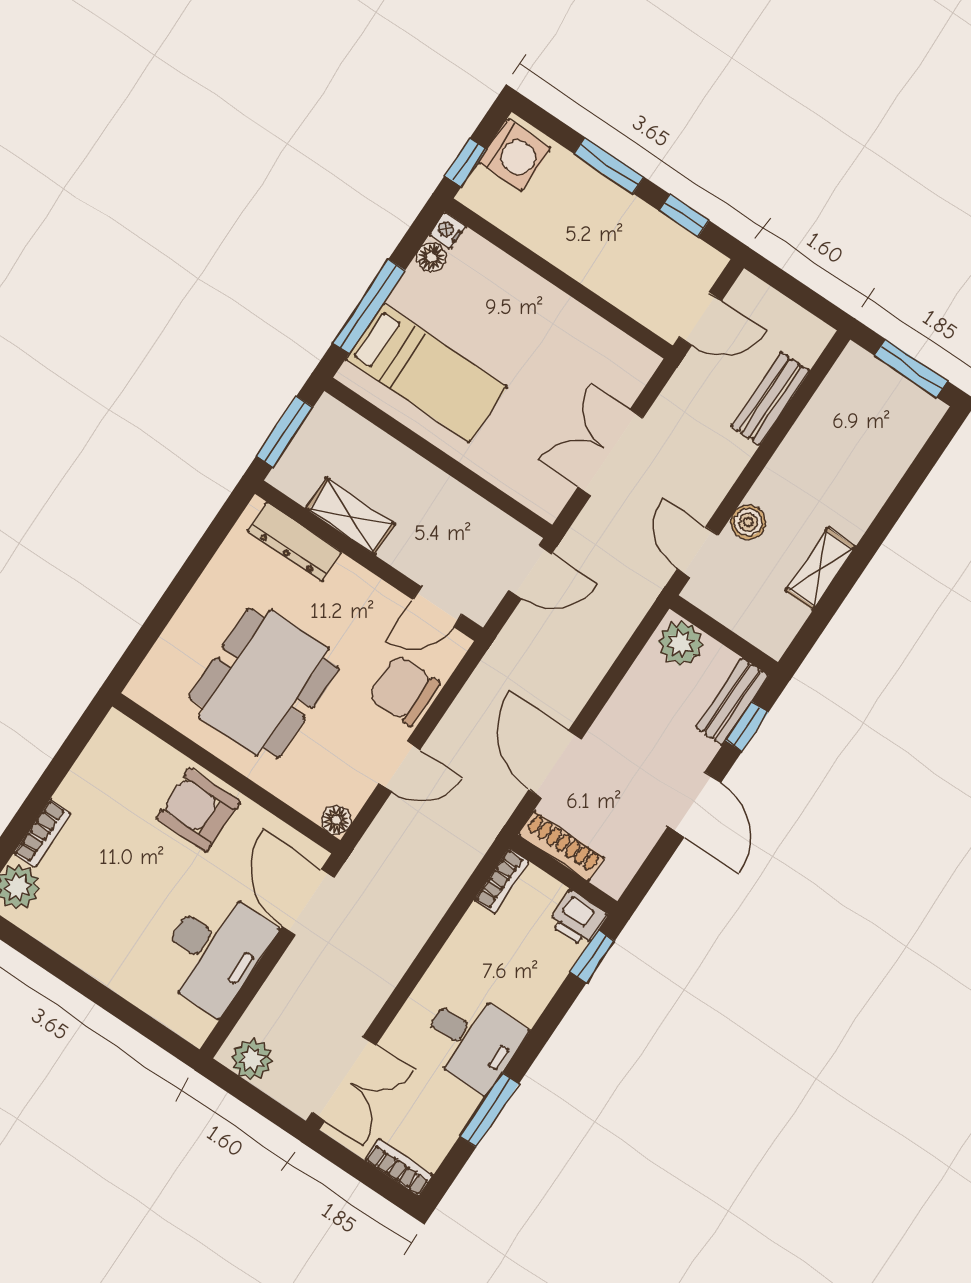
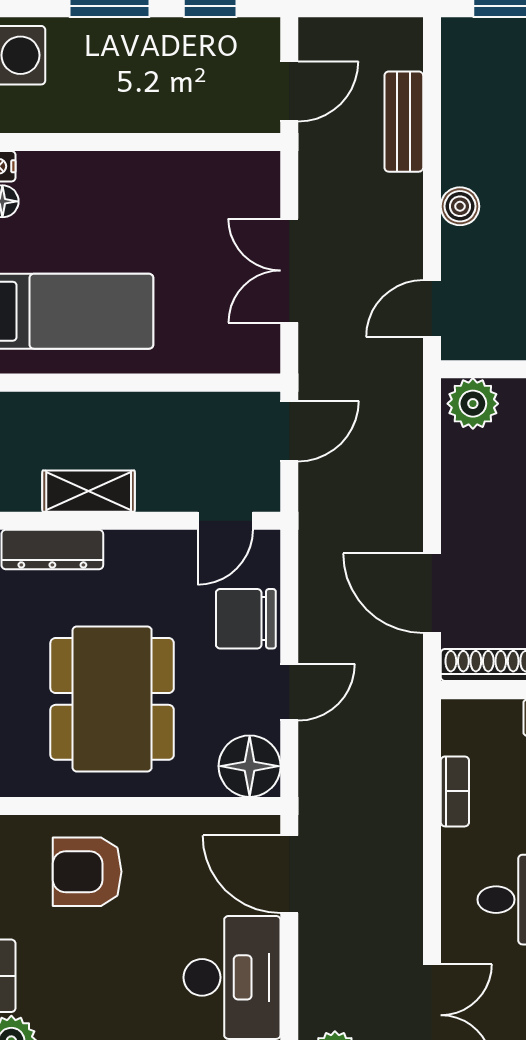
boiler: (748, 522) -> (460, 206), moved
door: (698, 552) -> (432, 309), hinge flipped
armchair: (198, 810) -> (87, 872), moved
floor lamp: (336, 820) -> (250, 766), width x1.89, depth x1.89
bookcase: (502, 881) -> (455, 791), moved

